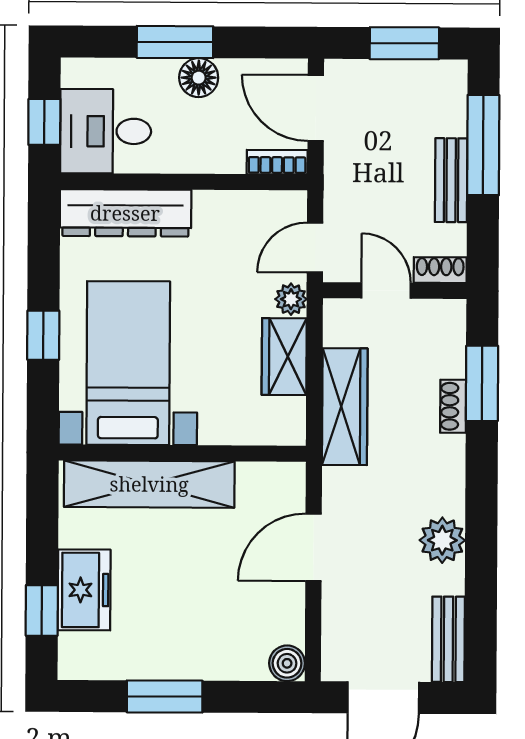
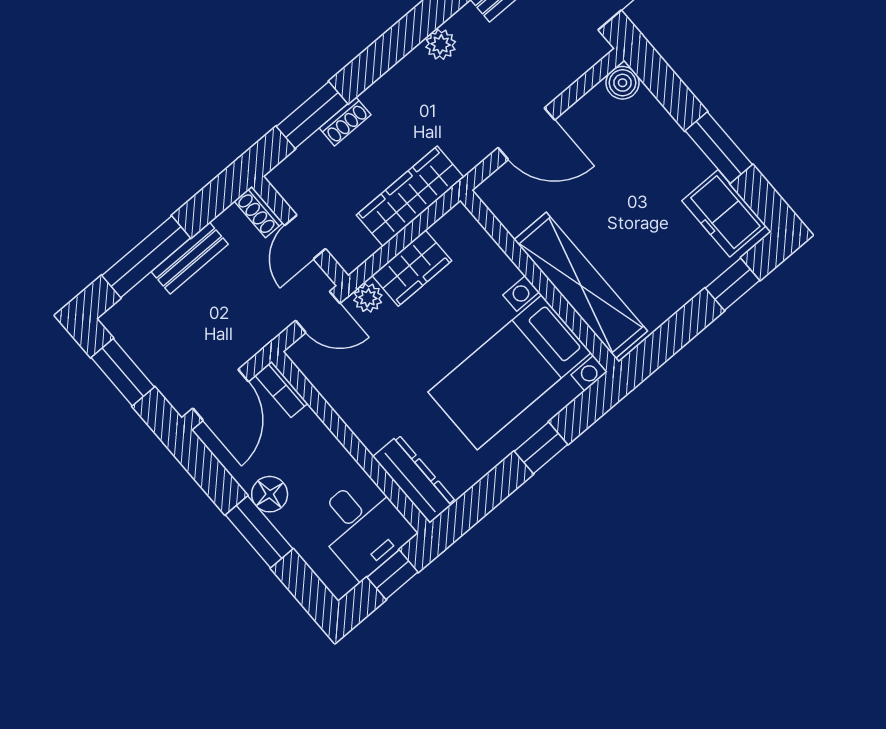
dresser: (125, 213) -> (414, 479), width x0.73, depth x0.80
plant: (442, 540) -> (441, 44), width x0.73, depth x0.73
freezer: (84, 590) -> (724, 213), moved, turned -90

